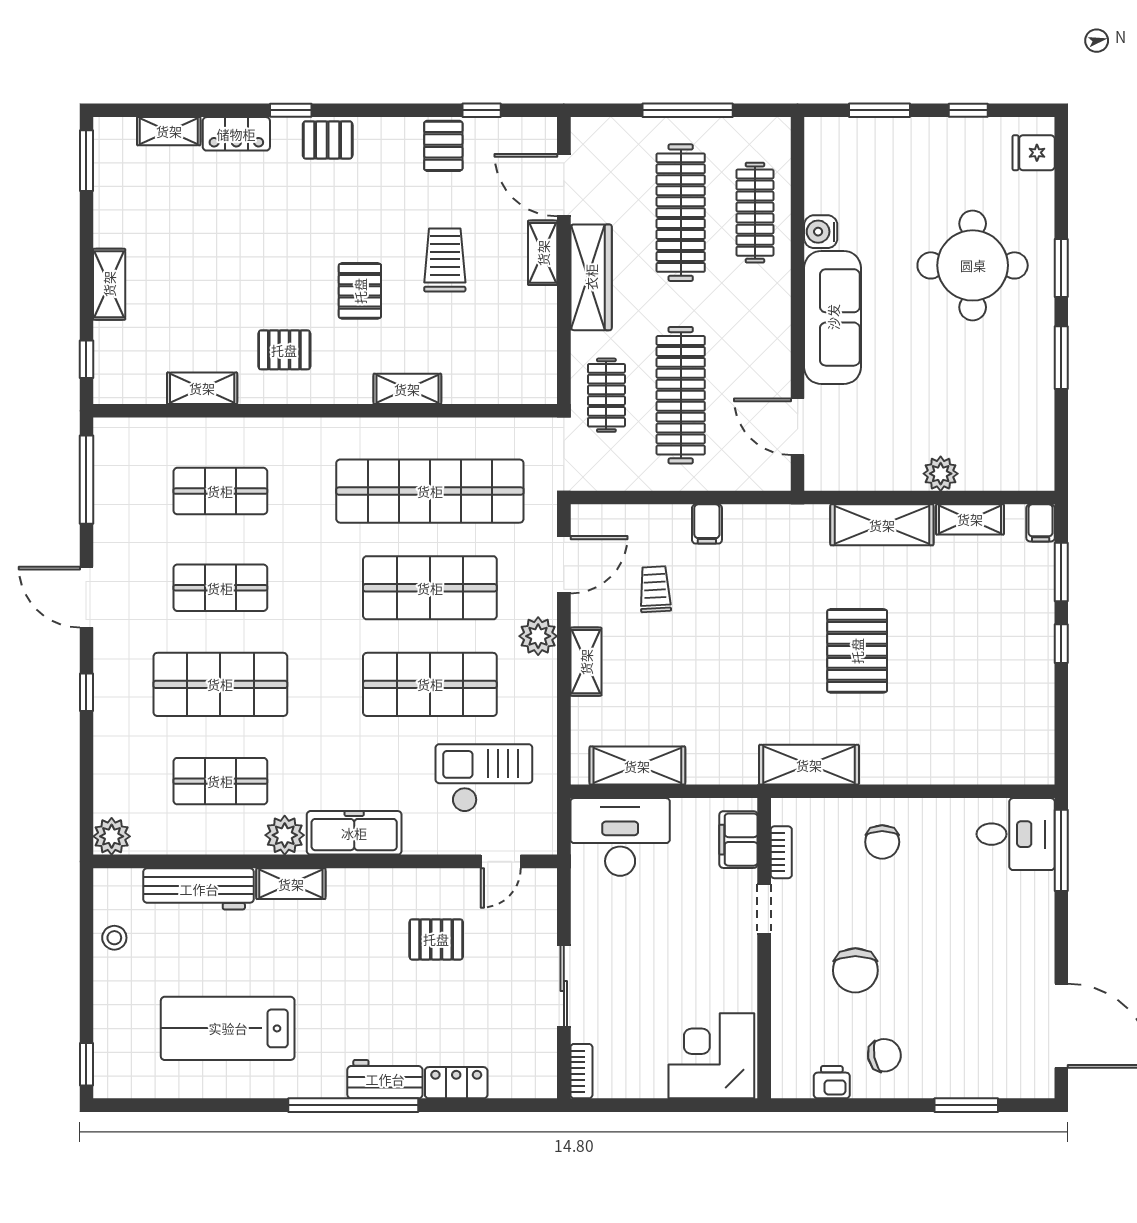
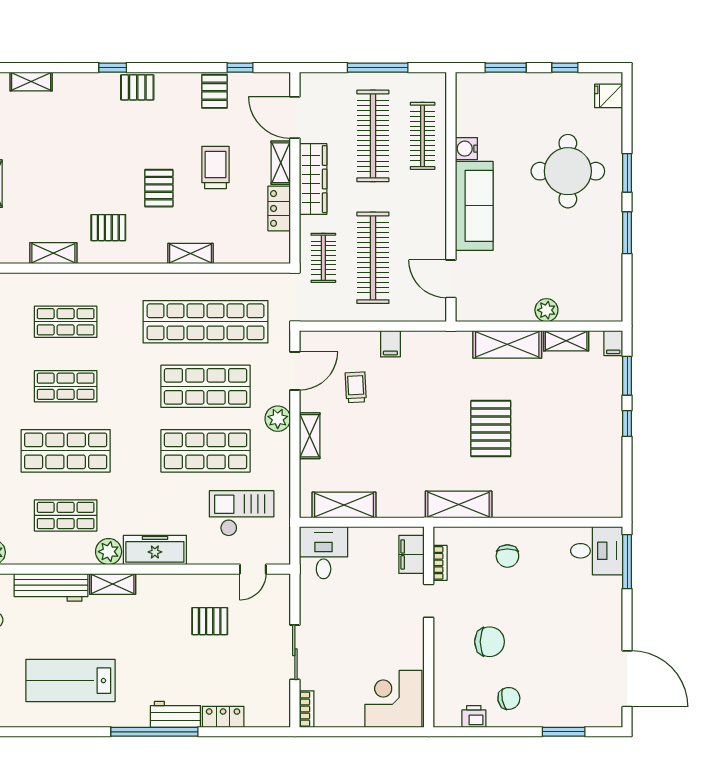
locker: (236, 134) -> (279, 208), moved, turned 90
desk: (620, 837) -> (324, 553), width x0.73
chair: (855, 970) -> (490, 642), turned -90

